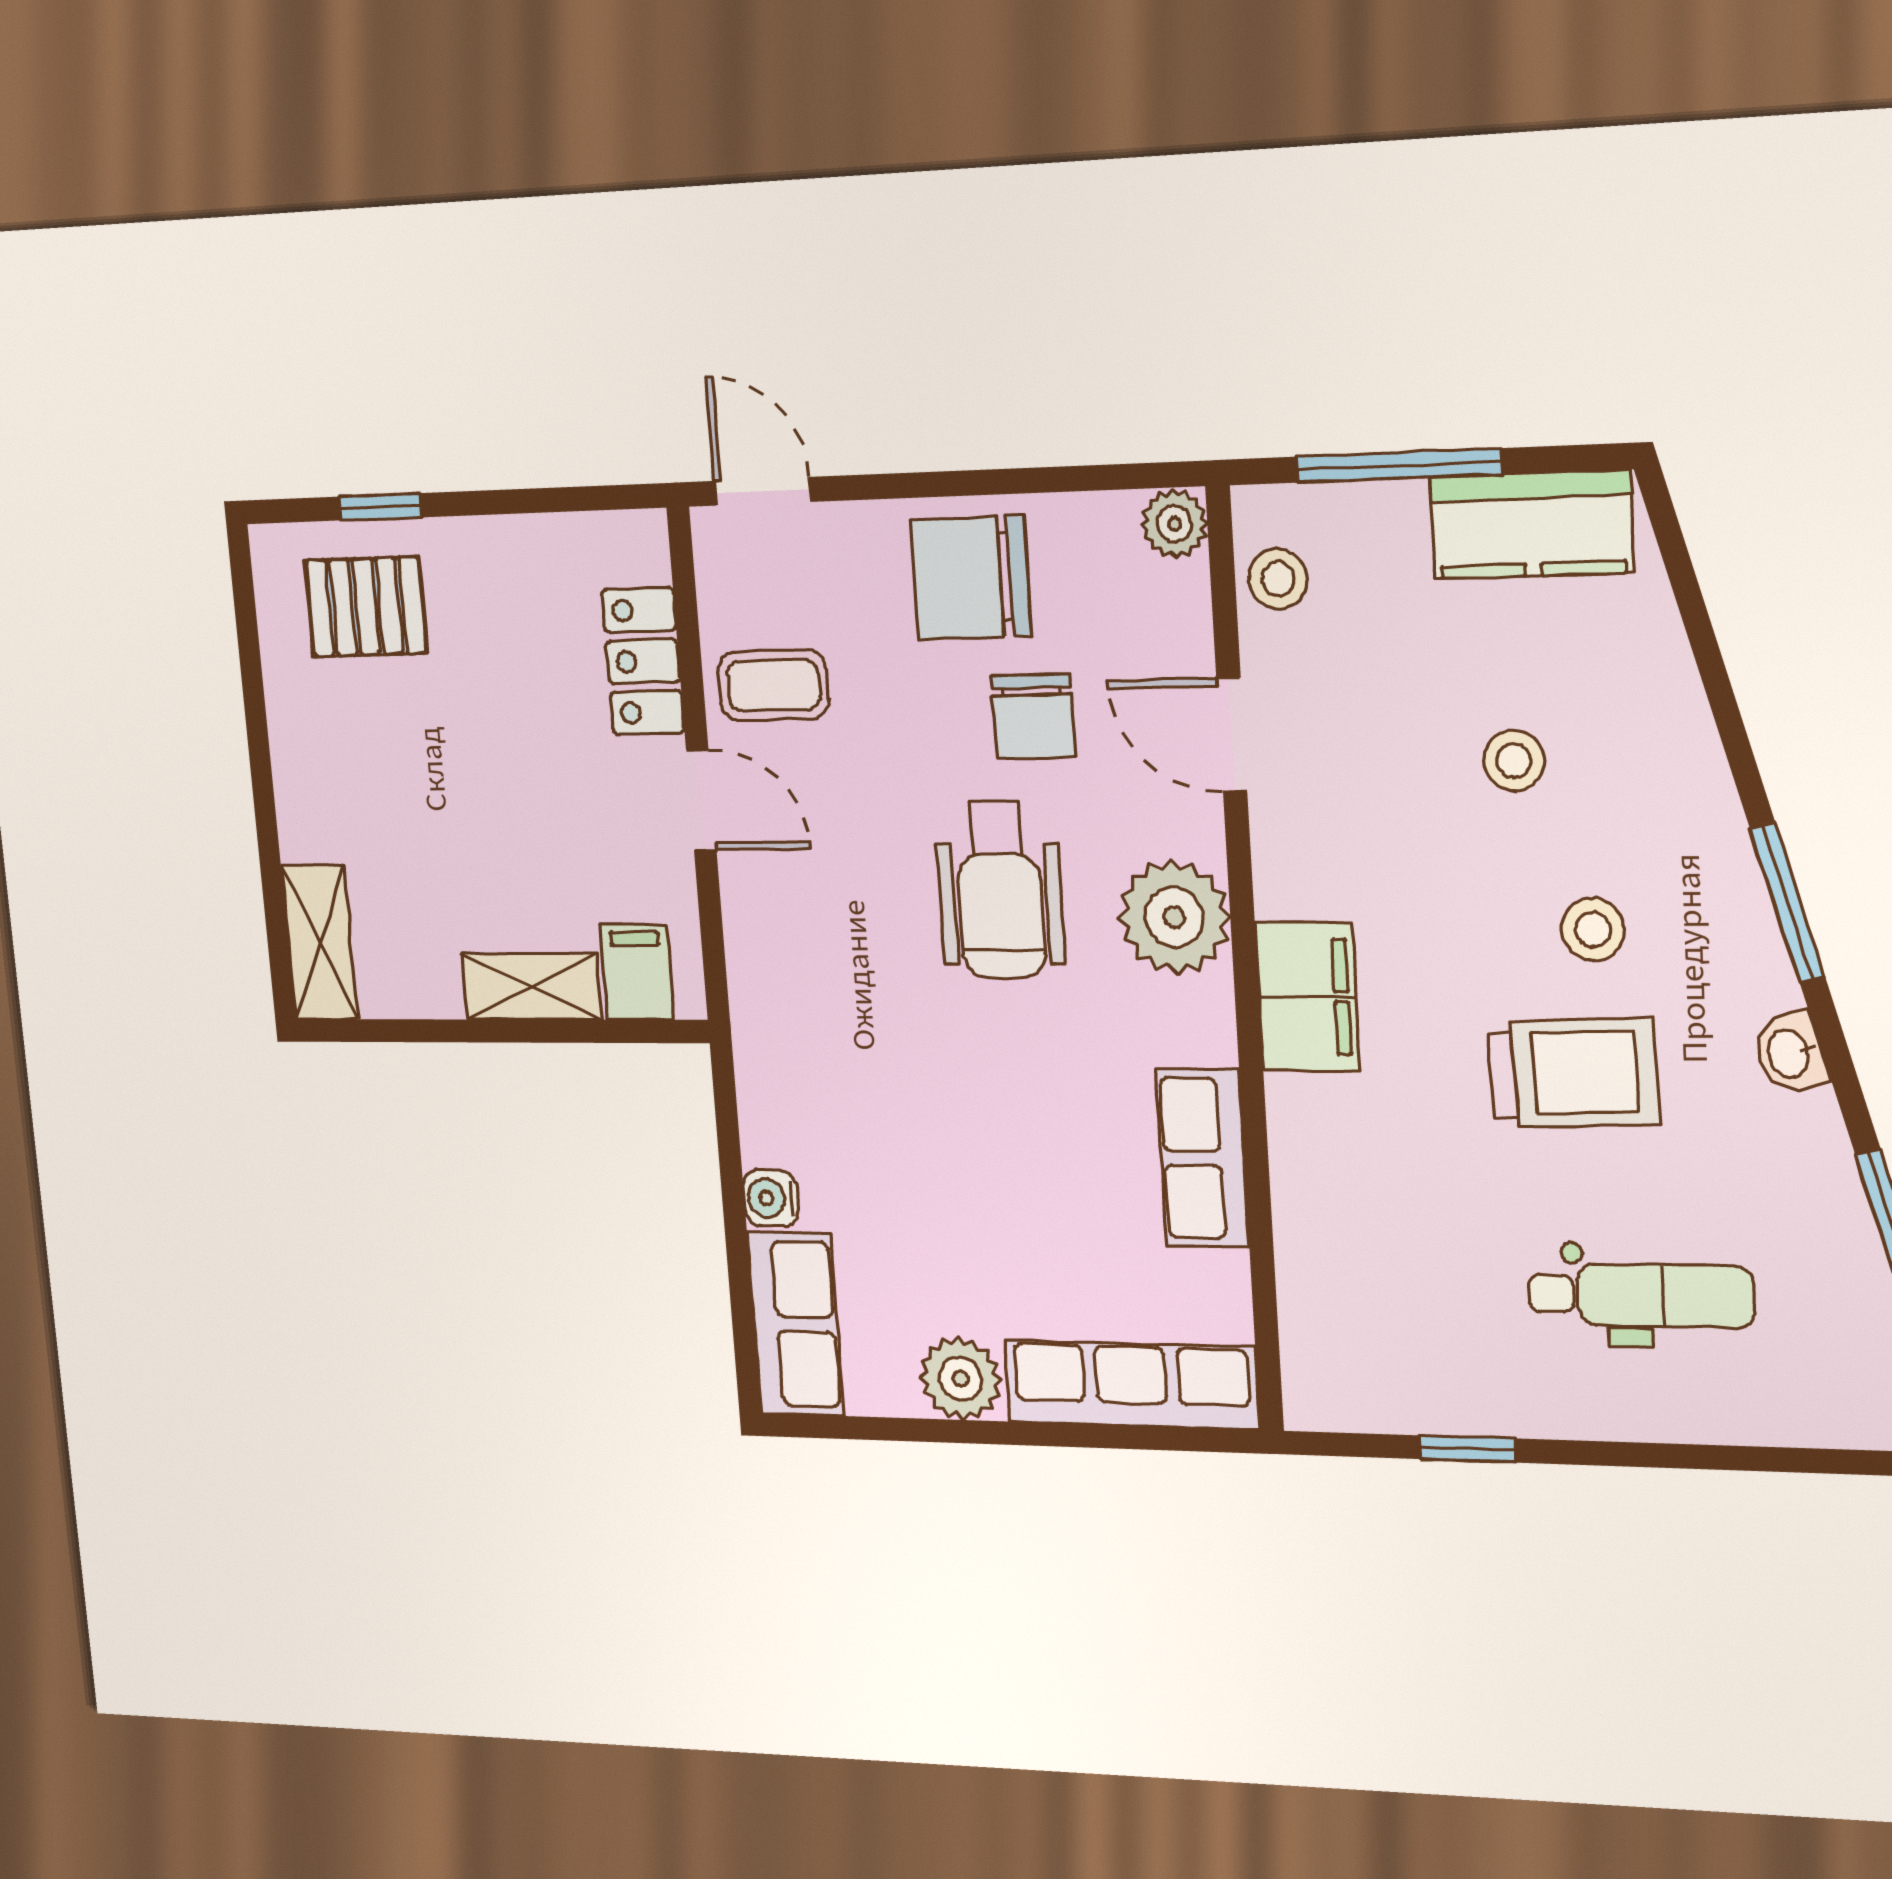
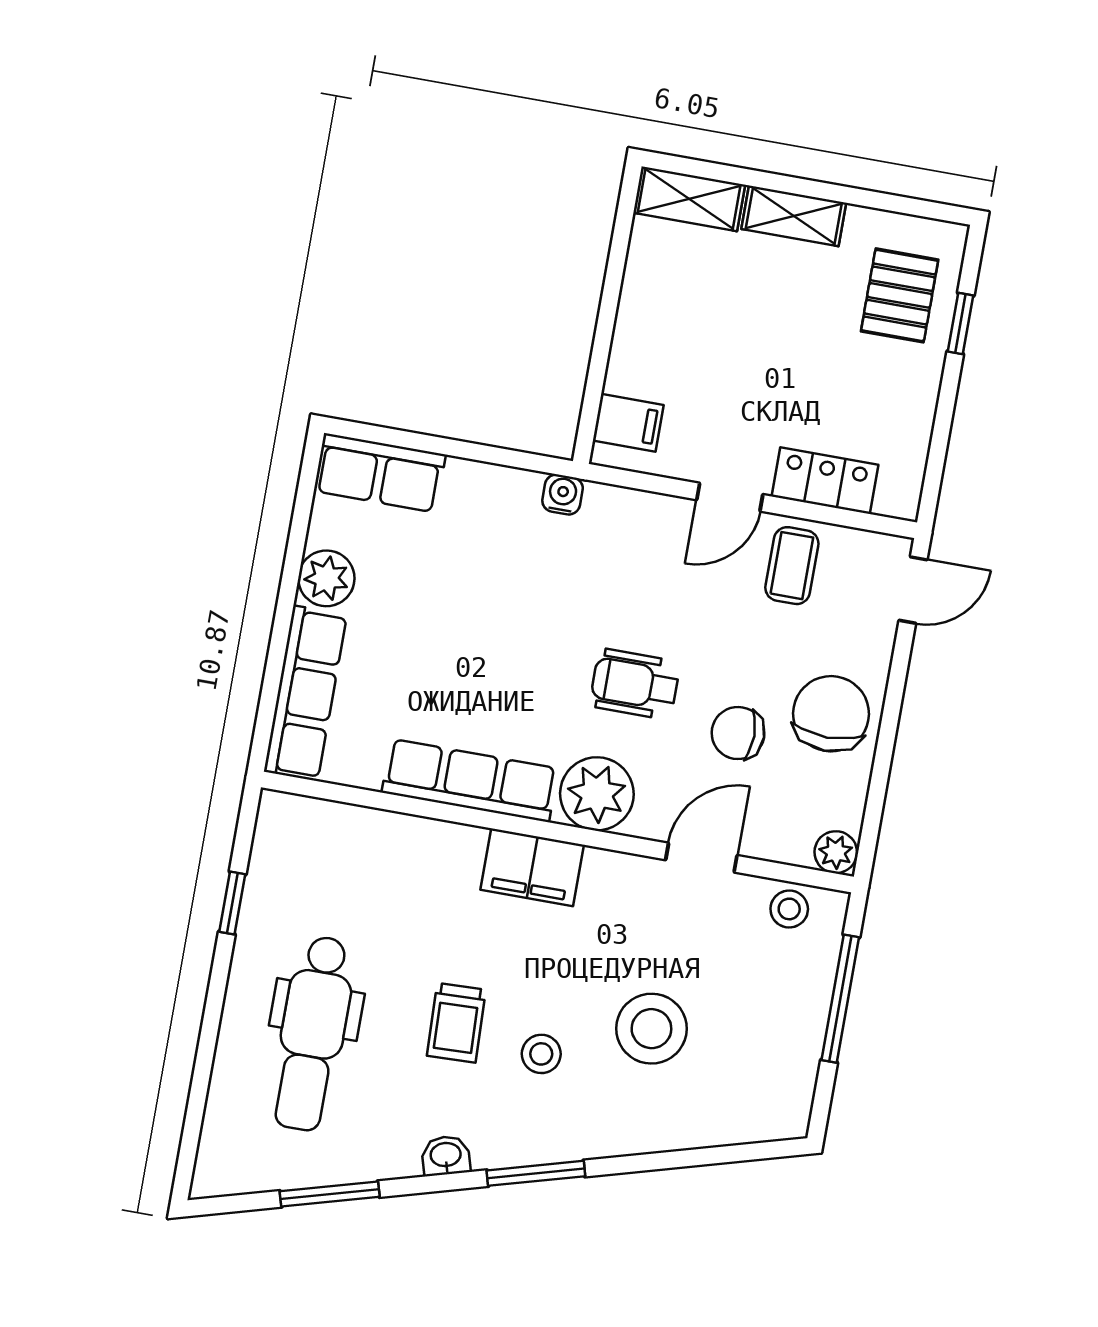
kitchen counter: (1532, 525) -> (788, 1071), removed
stool: (1514, 761) -> (651, 1029), width x1.89, depth x1.89
wheelchair: (1000, 890) -> (635, 684), width x0.73, depth x0.73
shelving: (532, 987) -> (794, 216), moved, turned 90
trolley: (1574, 1073) -> (456, 1023), width x0.73, depth x0.72
row of seats: (1203, 1158) -> (470, 780), width x1.48
water cooler: (771, 1198) -> (563, 495), moved
dental chair: (1641, 1295) -> (313, 1033), width x1.36, depth x1.38

